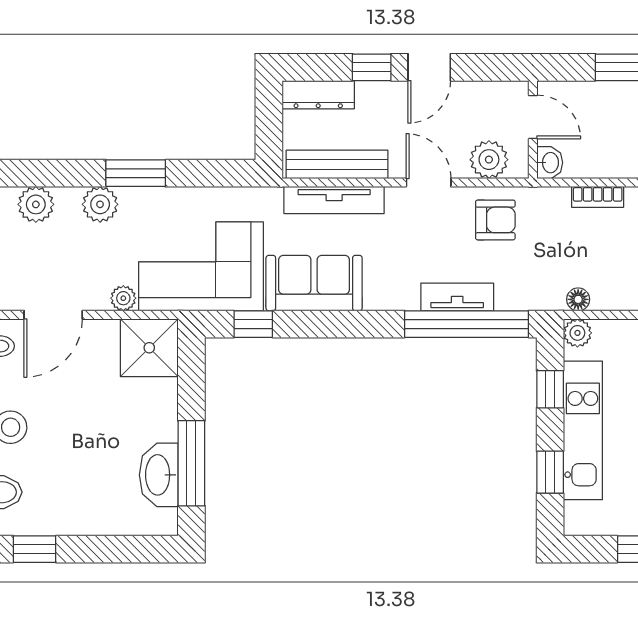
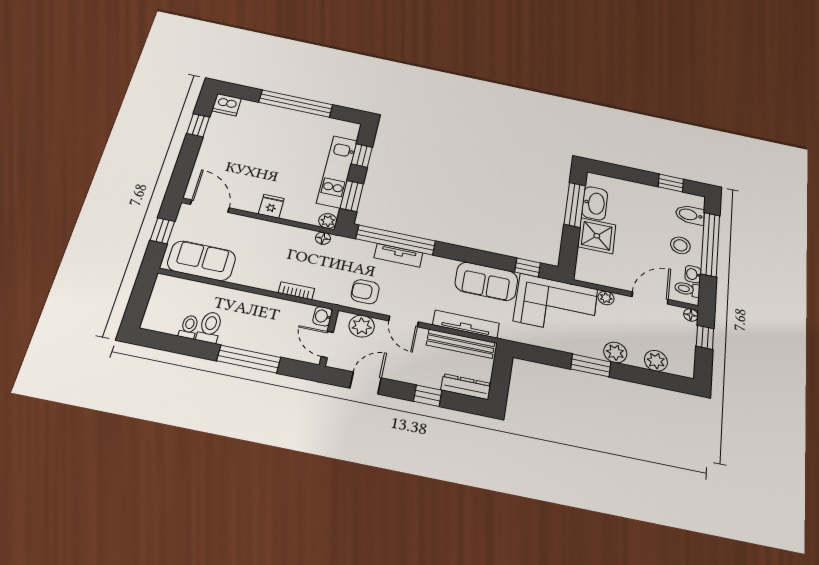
door: (429, 67) -> (366, 383), moved
shower: (149, 348) -> (597, 236), moved
window: (550, 389) -> (352, 196), width x1.50

